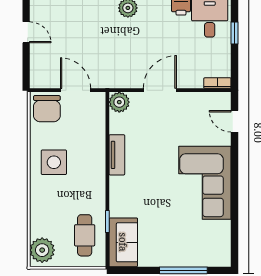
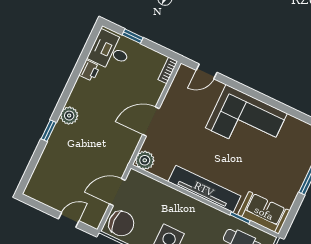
door: (26, 32) -> (69, 220), moved
door: (160, 90) -> (151, 122), hinge flipped
tv unit: (117, 155) -> (204, 189), width x1.92, depth x1.29

